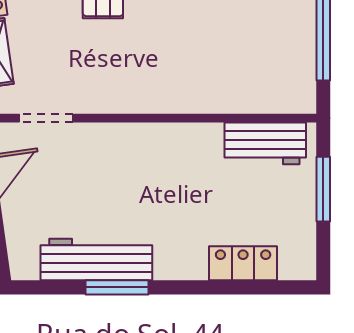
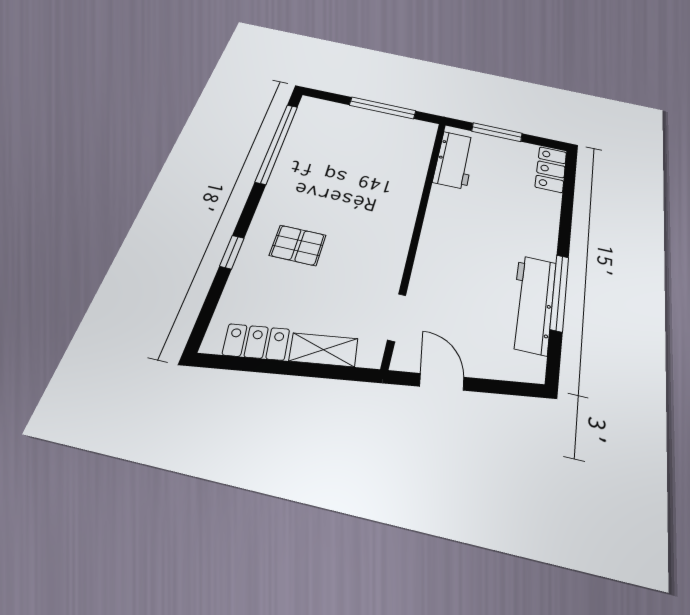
locker: (243, 263) -> (551, 169), moved
window: (117, 287) -> (559, 292), width x1.44

